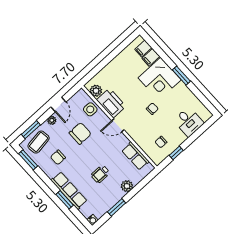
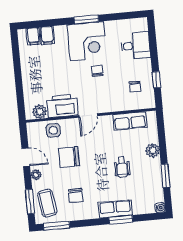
corner desk: (160, 79) -> (87, 41), moved
chair: (80, 133) -> (69, 157), turned -90
row of seats: (69, 191) -> (115, 209), width x0.68

